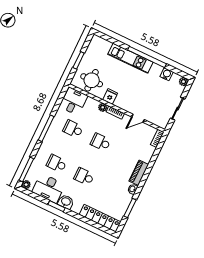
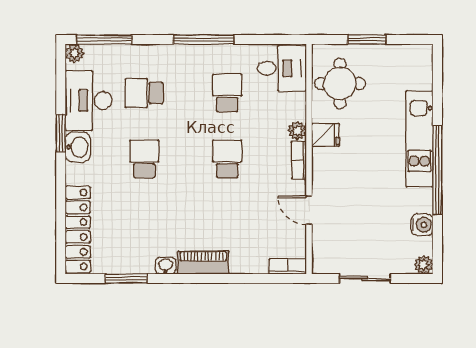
school desk: (57, 163) -> (144, 93), turned -90

